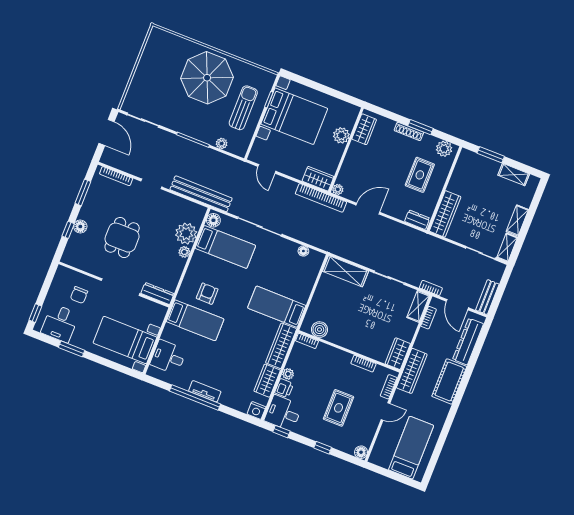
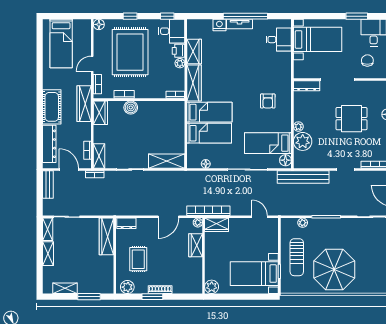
bed with nightstands: (294, 116) -> (254, 274), width x0.73
wardrobe: (364, 129) -> (196, 245), moved
plant: (341, 135) -> (212, 287), moved
dining table: (122, 238) -> (351, 119), turned 90
bed: (195, 320) -> (209, 133), moved, turned 180
boiler: (319, 330) -> (131, 107), moved
rug: (338, 408) -> (130, 52), width x1.86, depth x2.06
nightstand: (256, 410) -> (219, 25), moved

